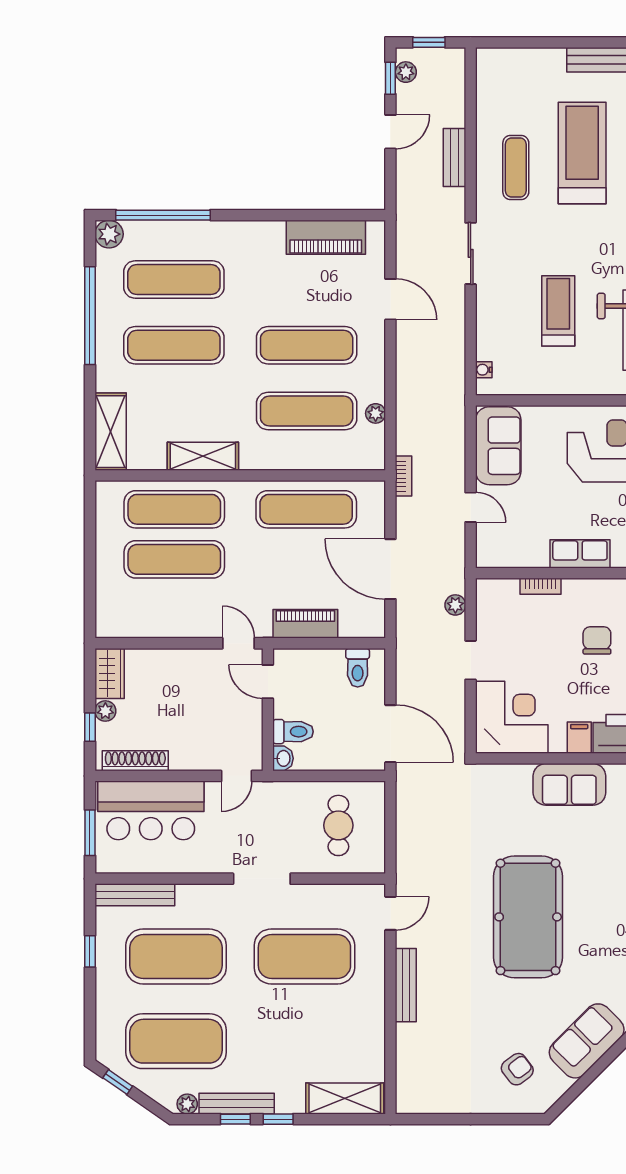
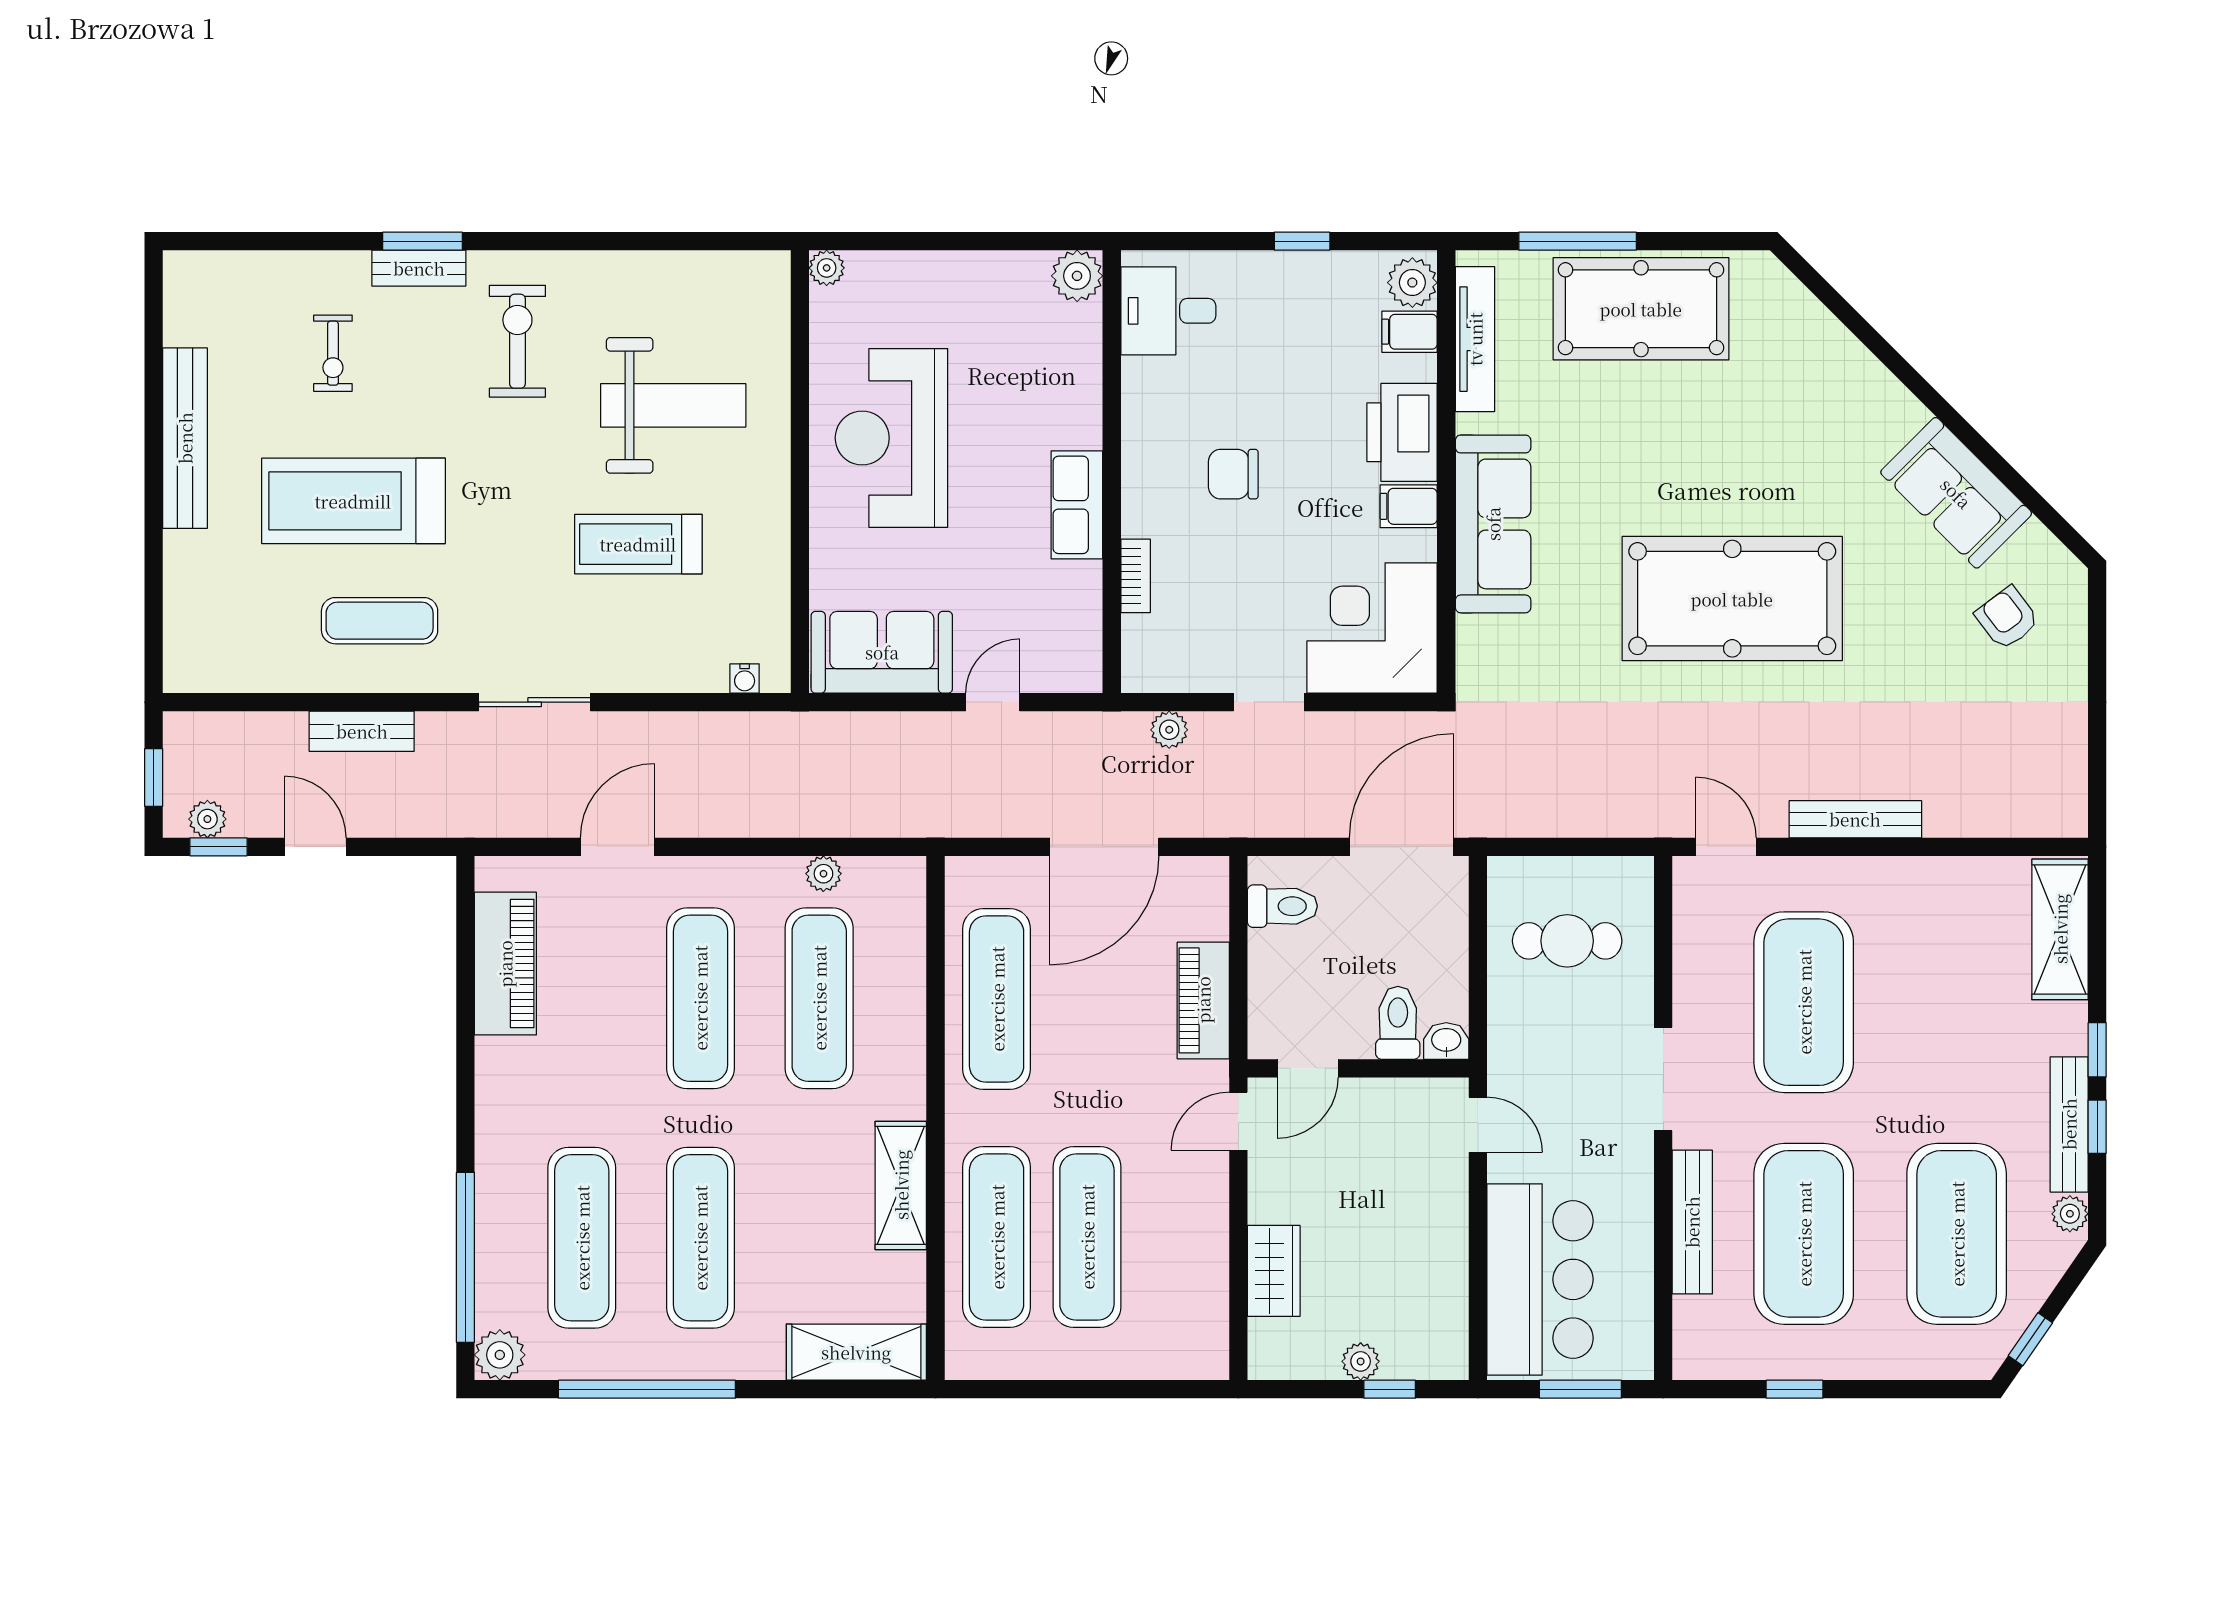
bookcase: (404, 476) -> (937, 823), removed
wardrobe: (110, 673) -> (1274, 1271), moved, turned 90
shoe rack: (135, 761) -> (1450, 1307), removed
sofa: (569, 784) -> (1493, 524), width x1.36
bench: (135, 895) -> (1692, 1222), moved

